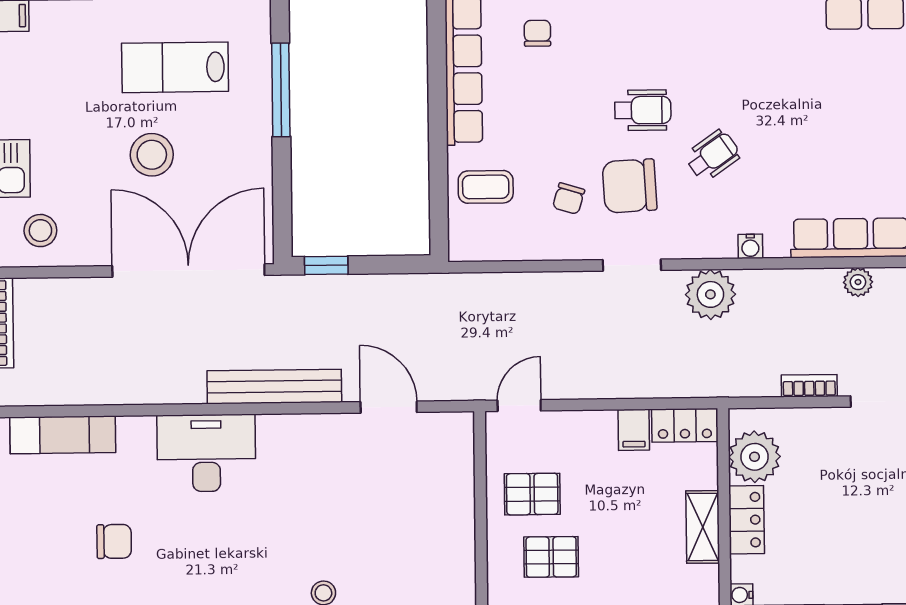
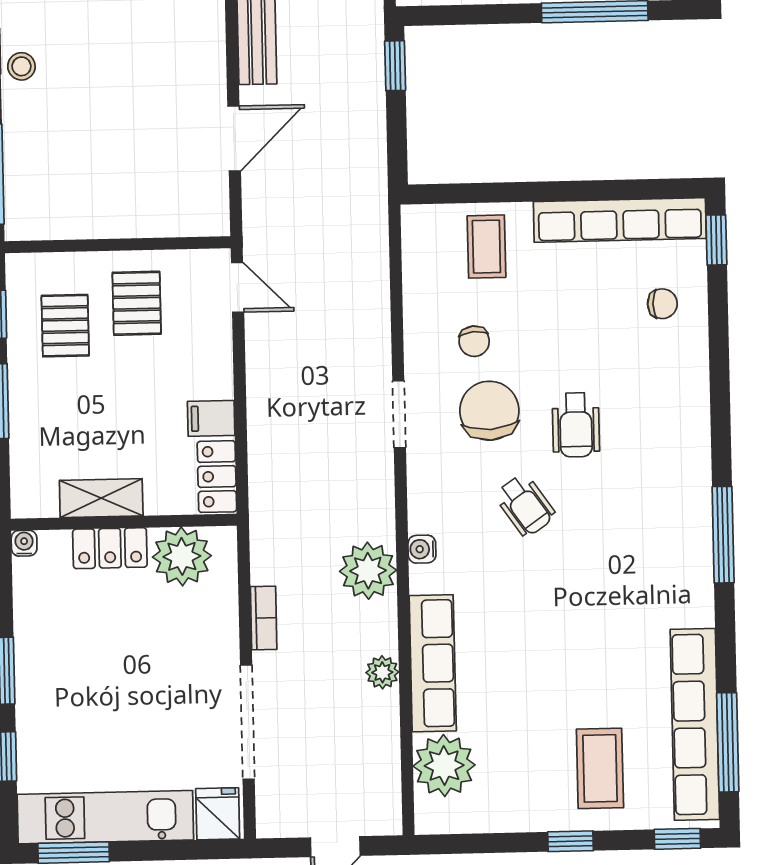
chair: (569, 199) -> (474, 341), turned -112
plant: (710, 294) -> (368, 571), moved

